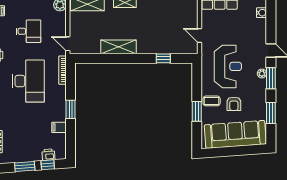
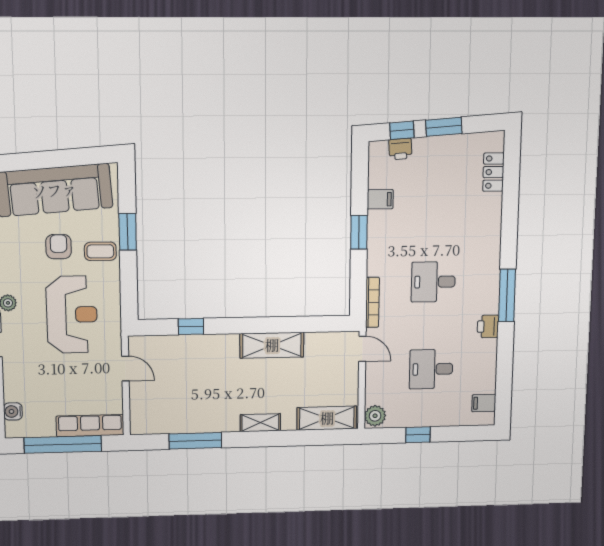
reception desk: (228, 66) -> (72, 315), turned 180
desk: (28, 81) -> (433, 282), width x0.53, depth x0.77

